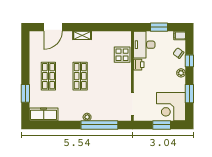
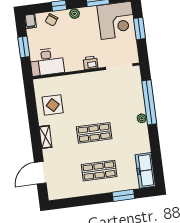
door: (53, 27) -> (40, 173), swing flipped
display table: (122, 55) -> (53, 105), moved
printer: (139, 65) -> (90, 63), moved

